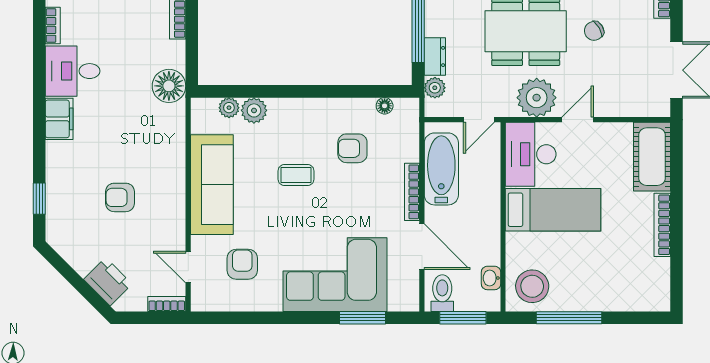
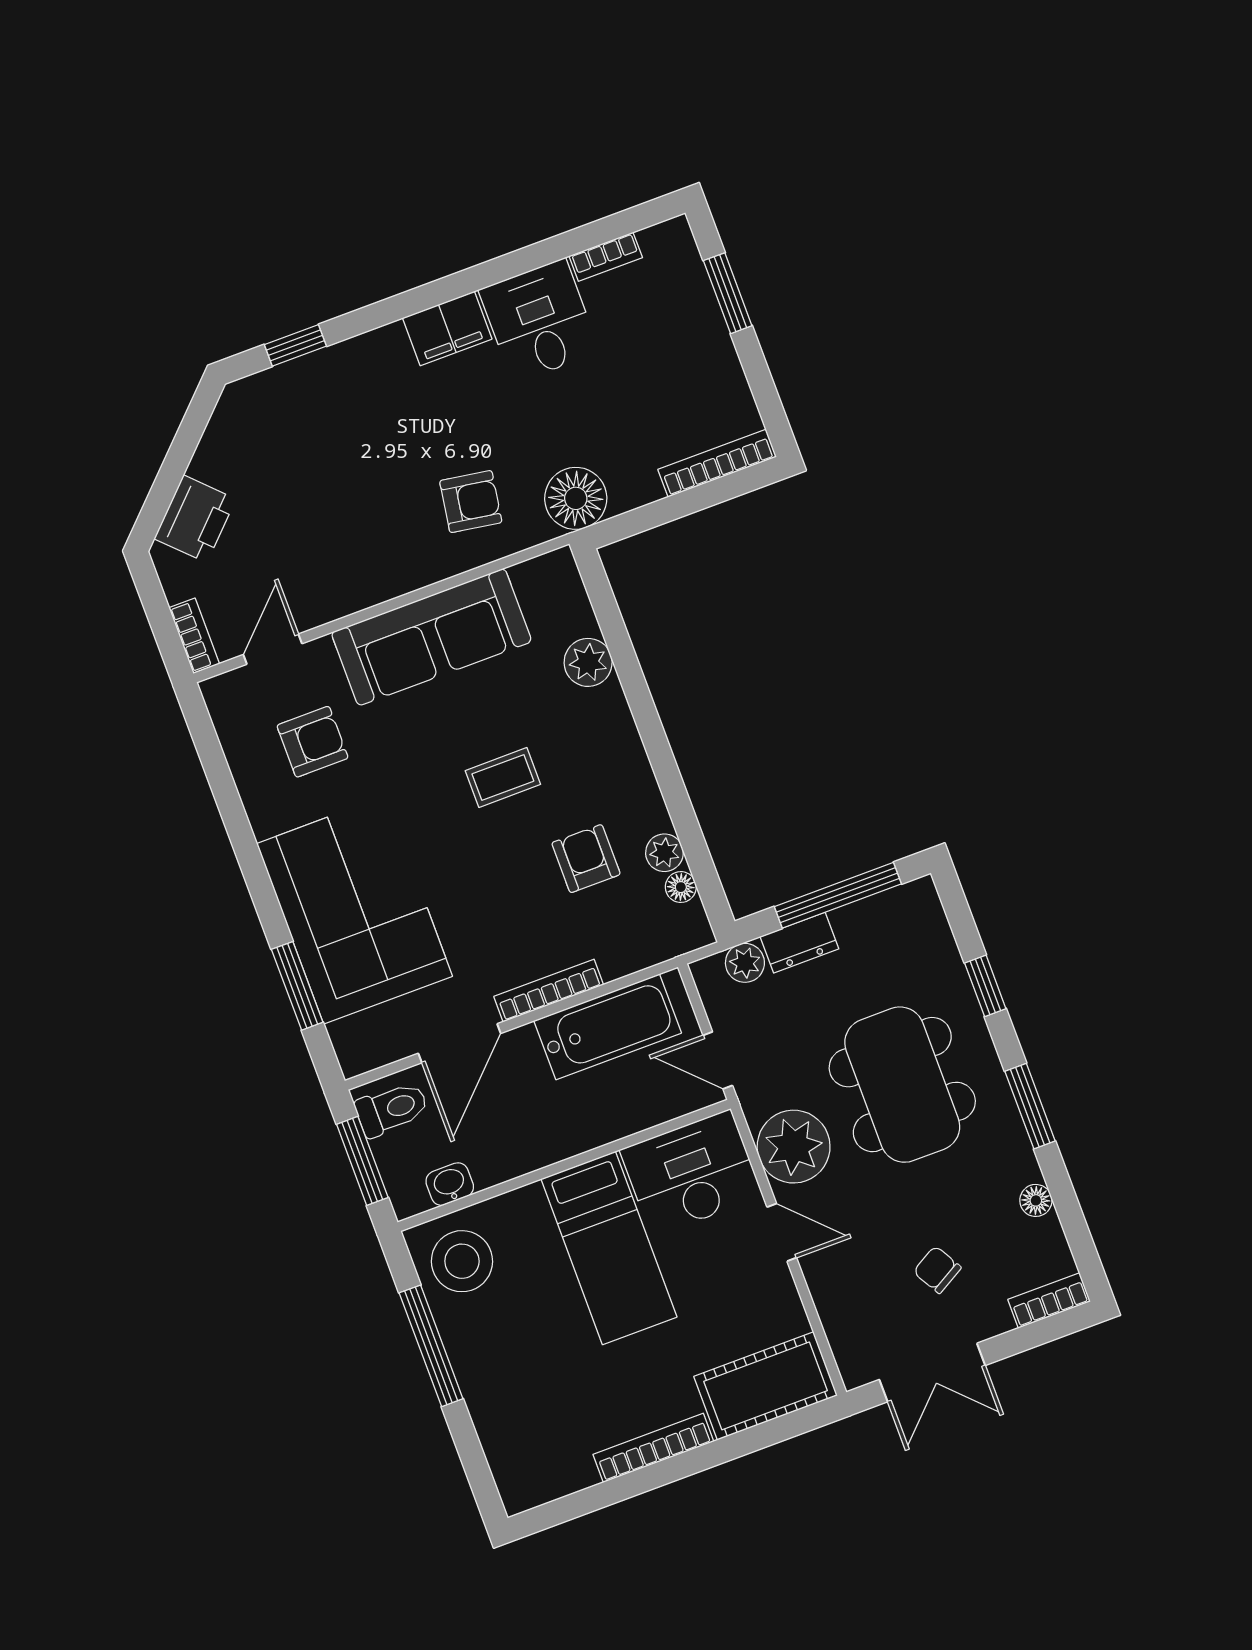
chair: (594, 31) -> (937, 1270), moved
plant: (229, 108) -> (664, 853), moved
coffee table: (296, 175) -> (503, 778), turned 90
armchair: (120, 197) -> (471, 502), moved, turned 99

